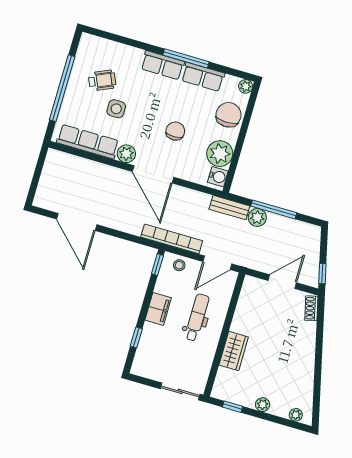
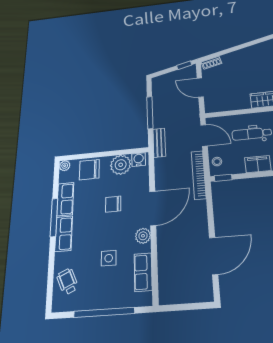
wheelchair: (102, 80) -> (67, 282), moved
row of seats: (88, 142) -> (143, 272), width x0.68
plant: (257, 217) -> (160, 121), removed

